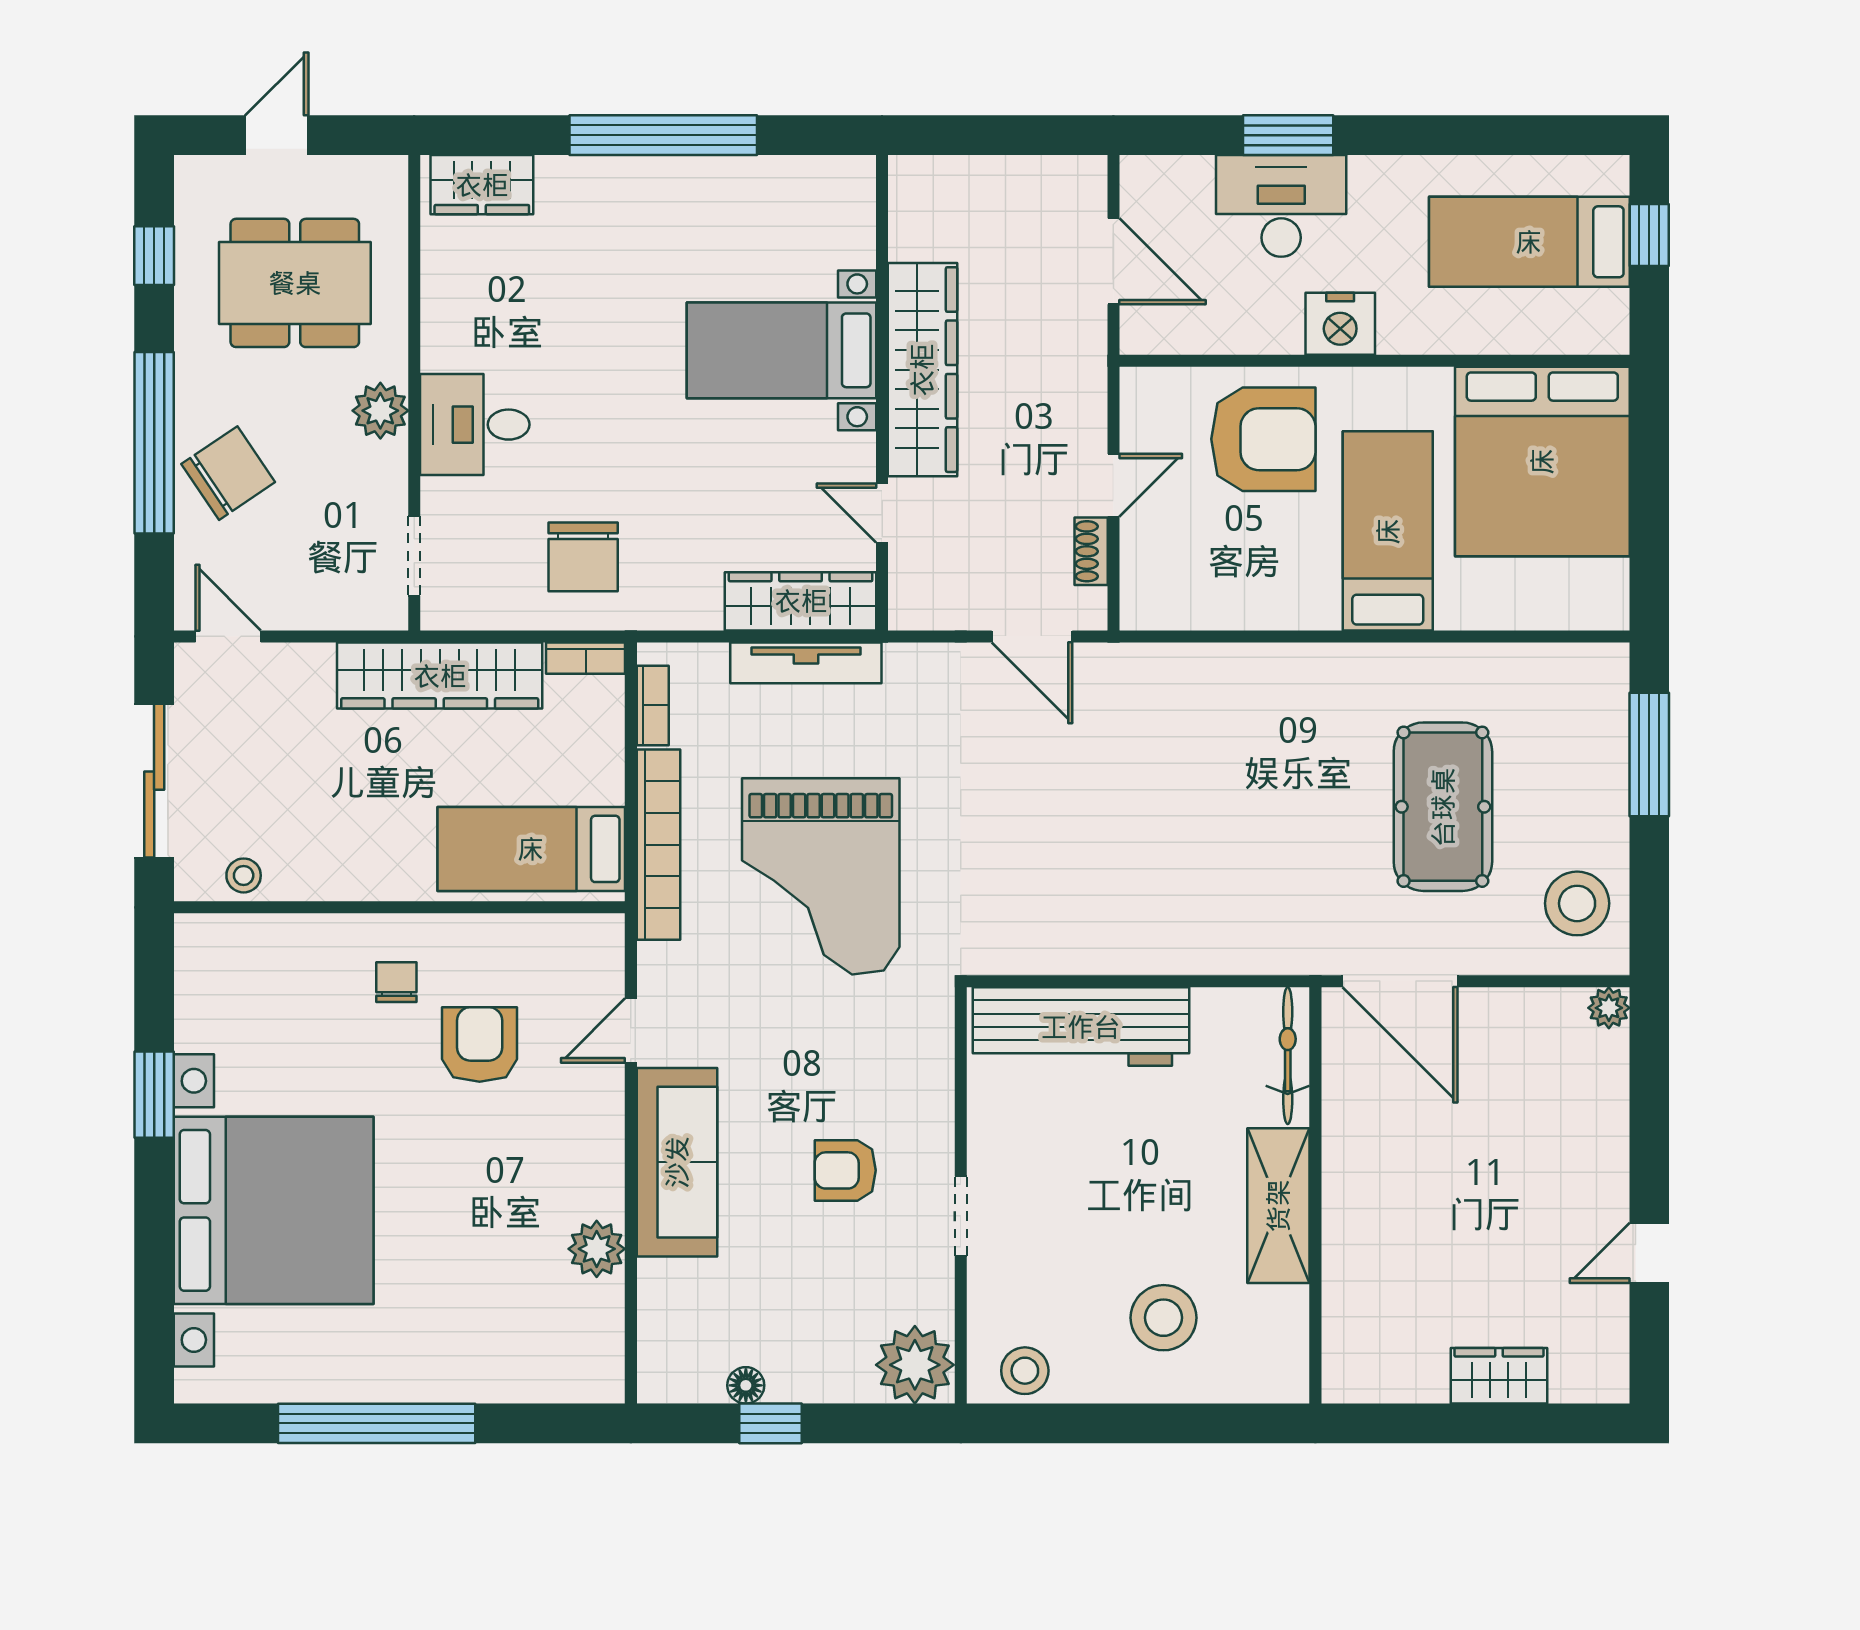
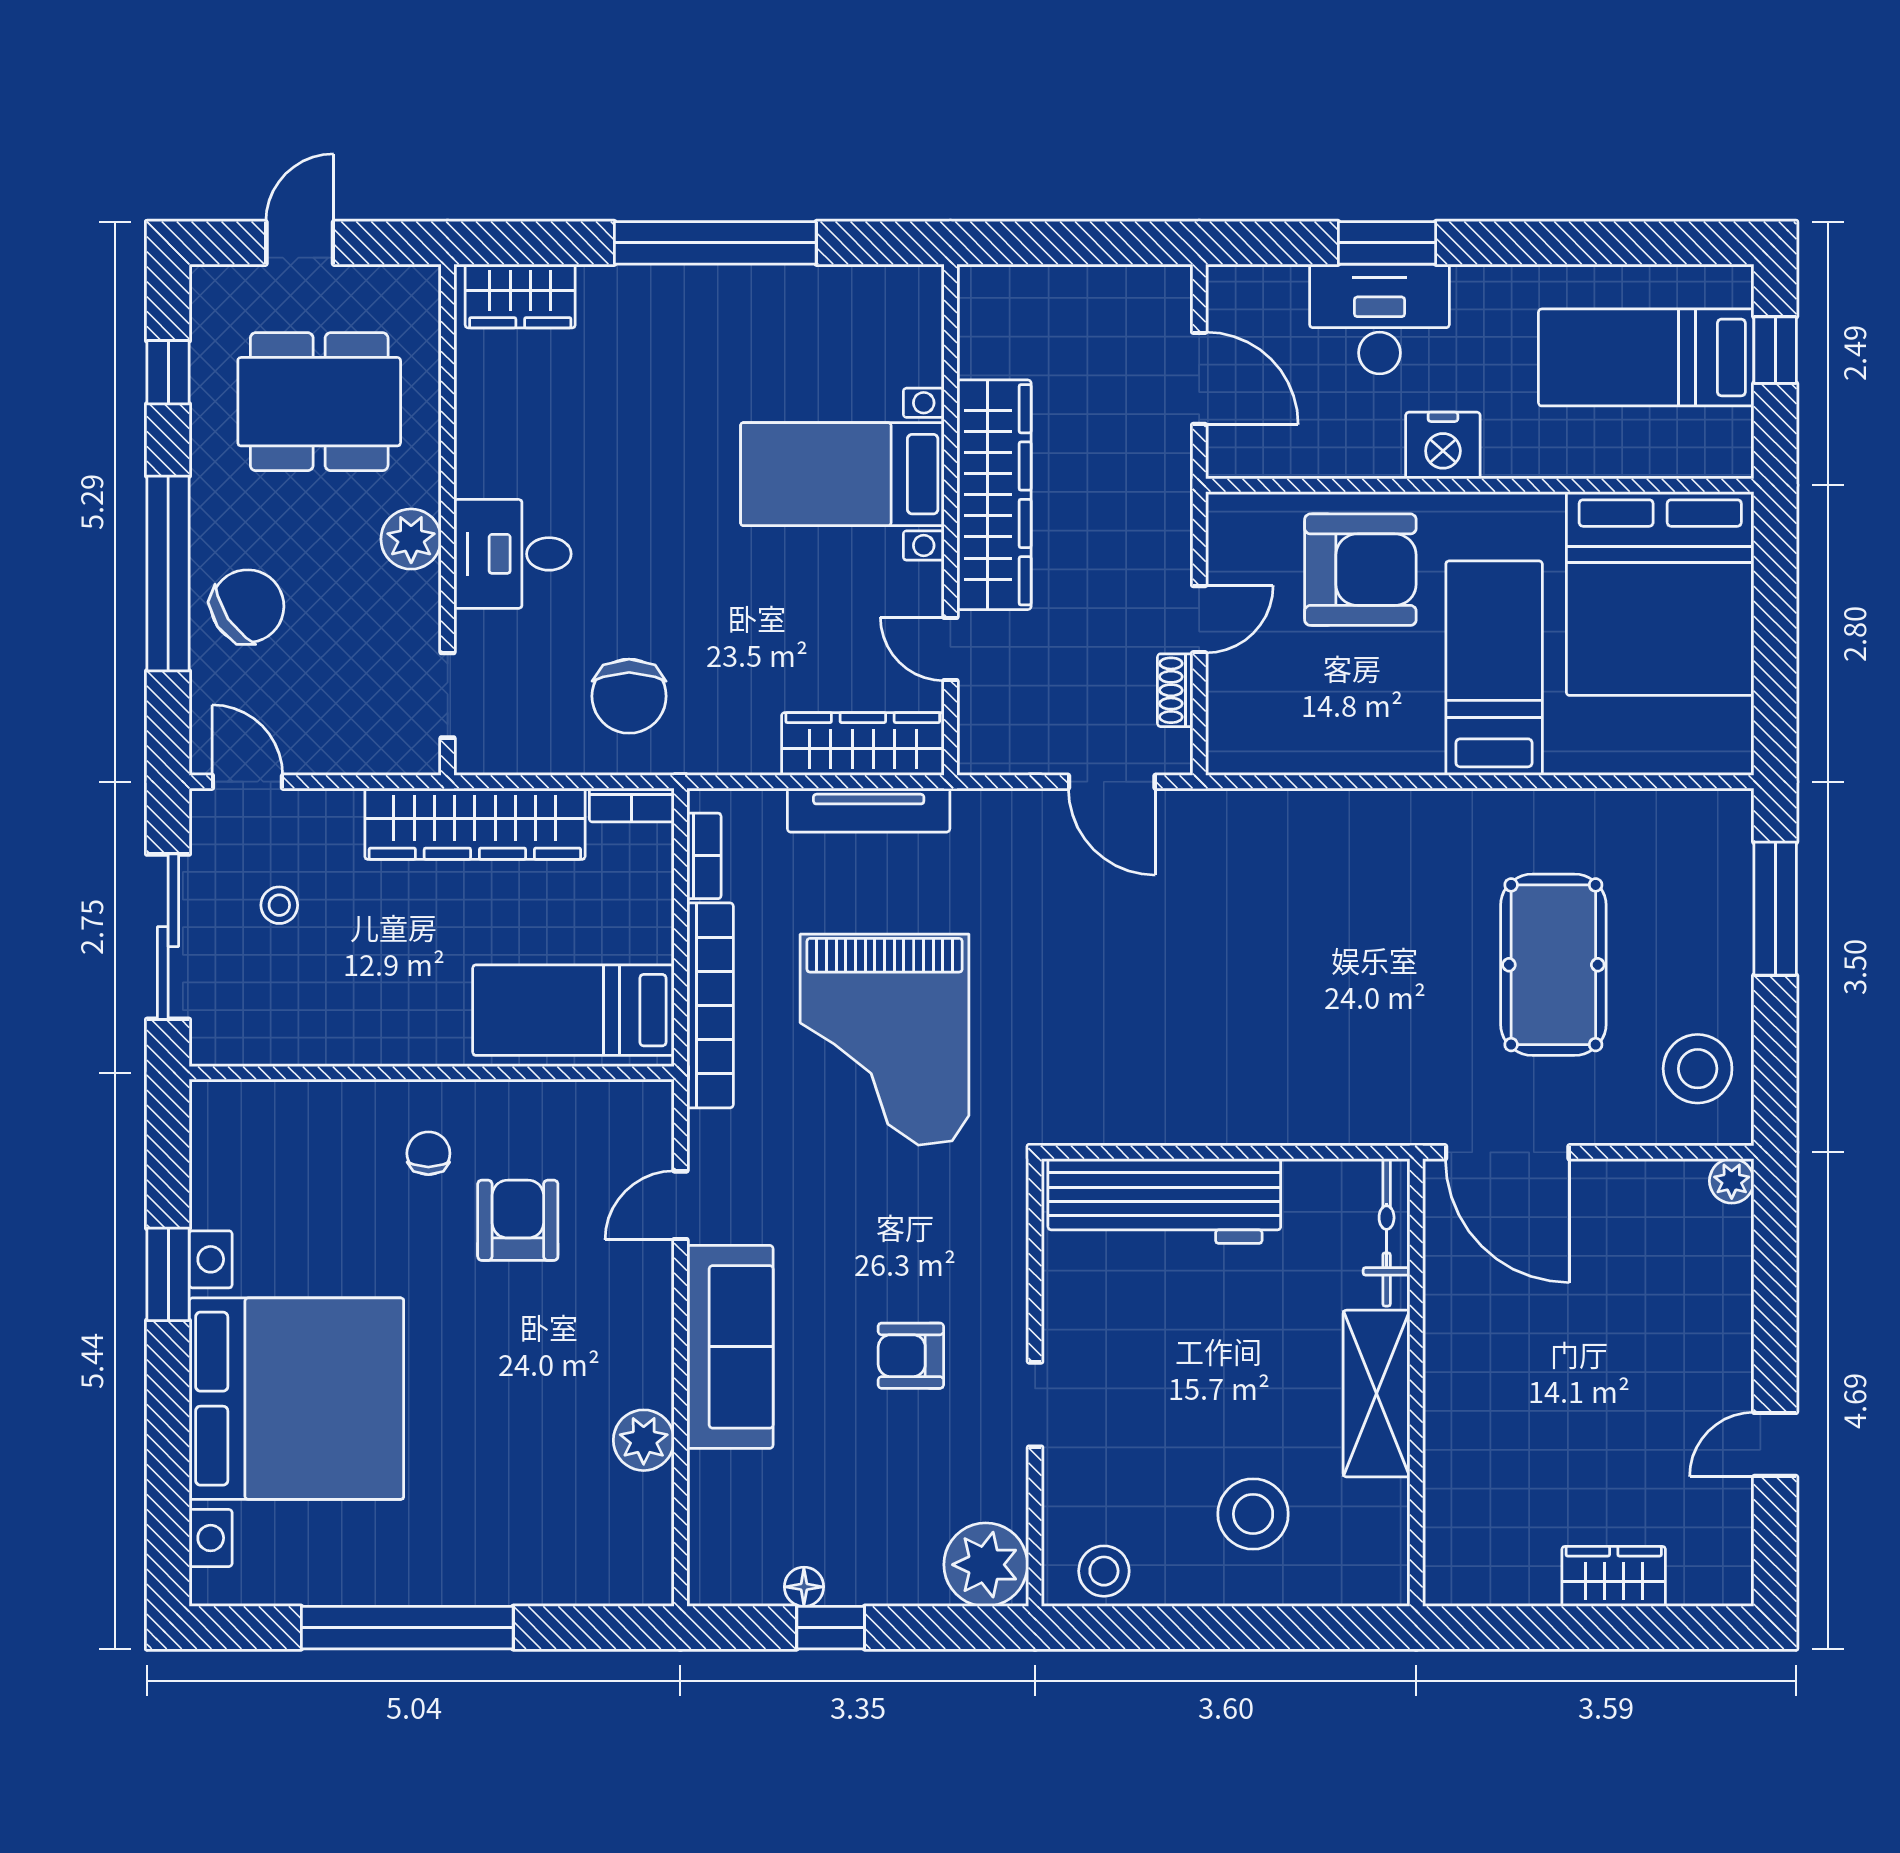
stool: (244, 875) -> (279, 905), moved

